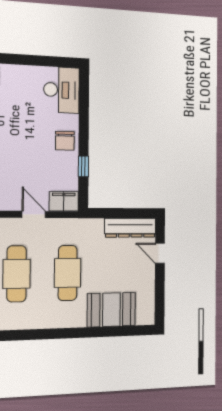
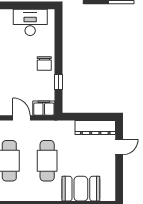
desk: (62, 90) -> (30, 22), moved, turned -90
door: (160, 253) -> (119, 147), swing flipped

